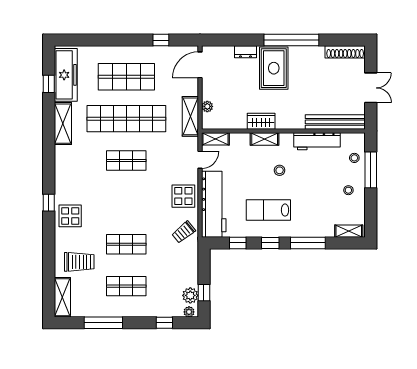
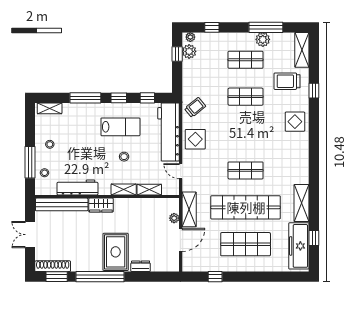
window: (341, 40) -> (57, 277), added
door: (200, 65) -> (181, 240), moved
wardrobe: (261, 121) -> (101, 205), moved
shelving: (215, 139) -> (149, 190), moved
door: (200, 160) -> (181, 171), hinge flipped
stool: (280, 170) -> (124, 157), moved
window: (49, 203) -> (314, 91), moved
plant: (107, 309) -> (263, 39), added

